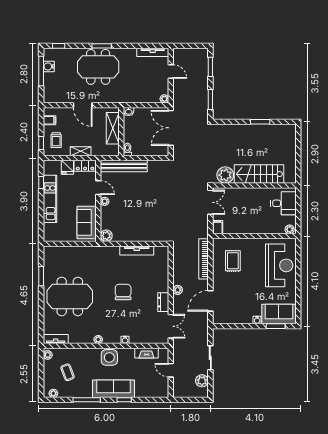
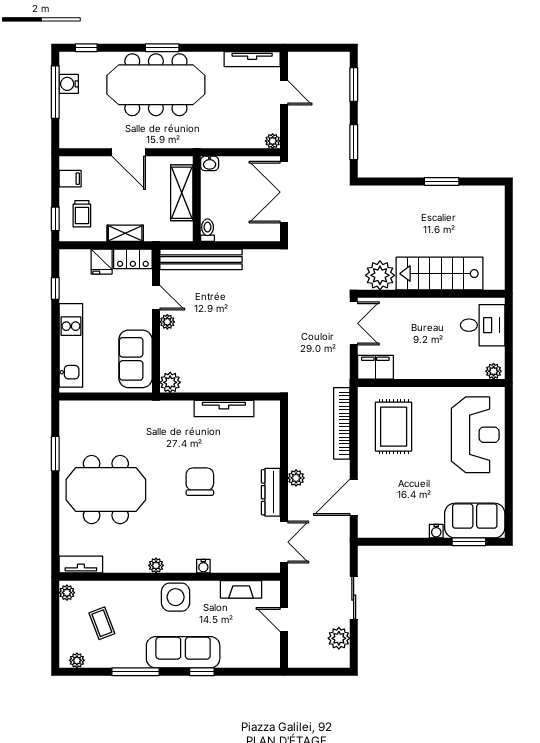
meeting table: (98, 67) -> (156, 85), width x1.36
kitchen unit: (50, 199) -> (71, 345), moved
filing cabinet: (218, 227) -> (375, 367), width x2.00
rug: (233, 261) -> (394, 427), width x1.36, depth x1.43
dresser: (163, 302) -> (271, 492), width x1.44

